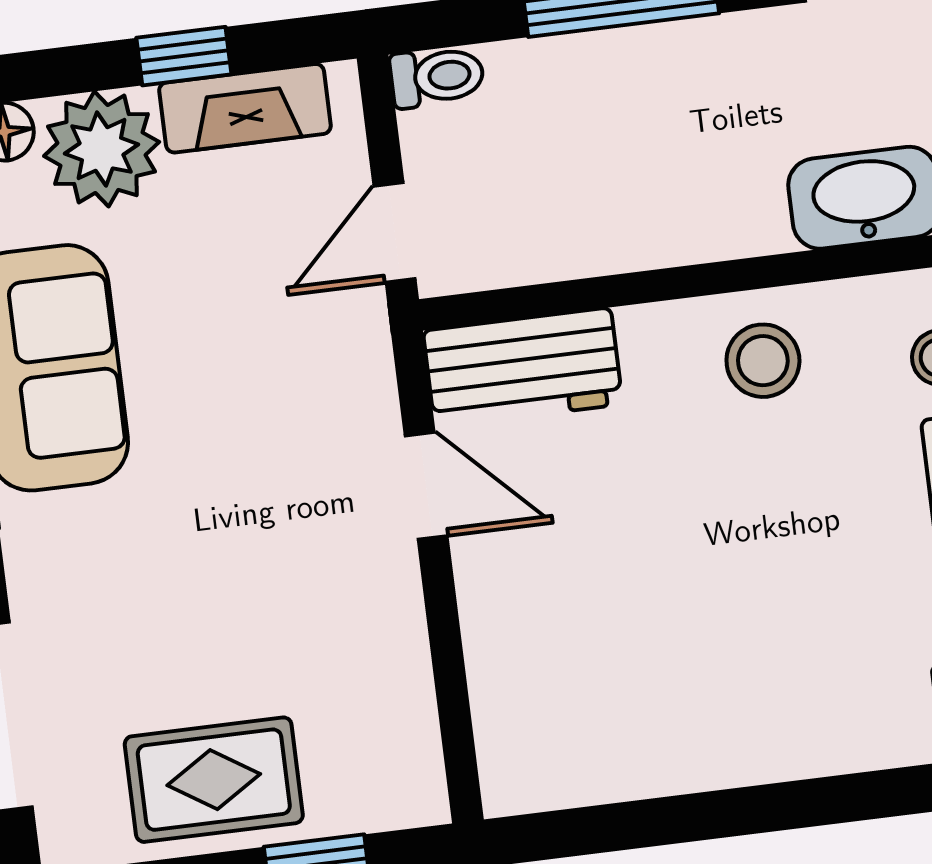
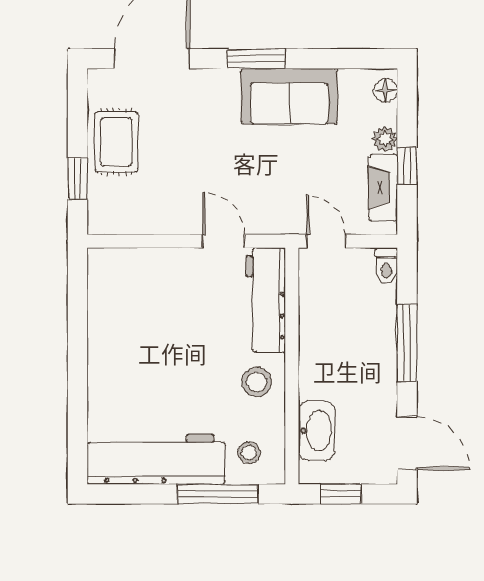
plant: (102, 149) -> (385, 139), width x0.53, depth x0.53
workbench: (523, 367) -> (266, 300), width x1.38
door: (426, 486) -> (223, 241), swing flipped

